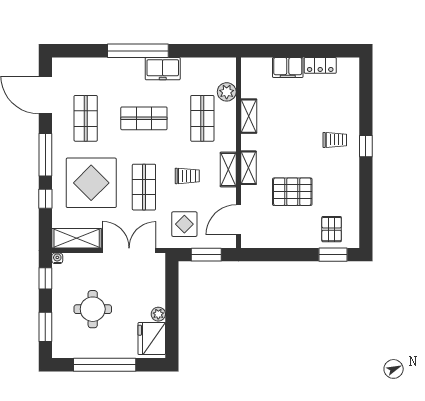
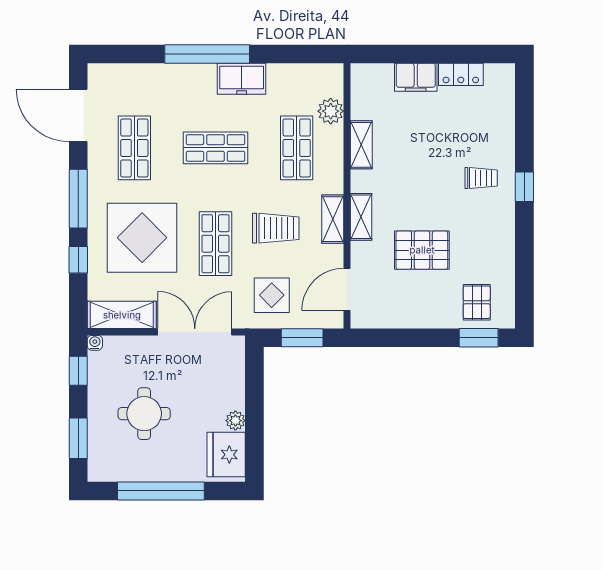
trolley: (187, 176) -> (276, 228), width x1.36, depth x1.39

